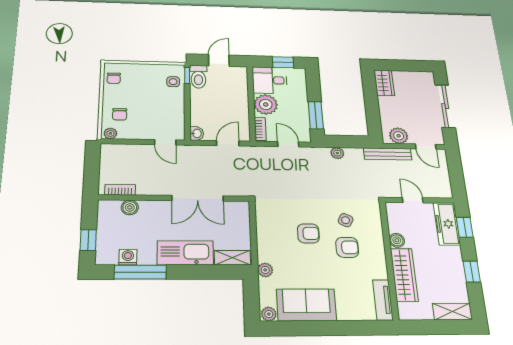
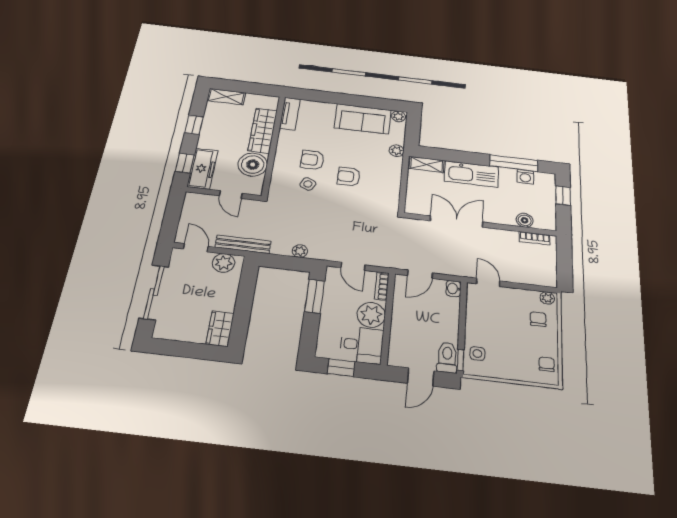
boiler: (397, 240) -> (253, 165), width x1.86, depth x1.86

